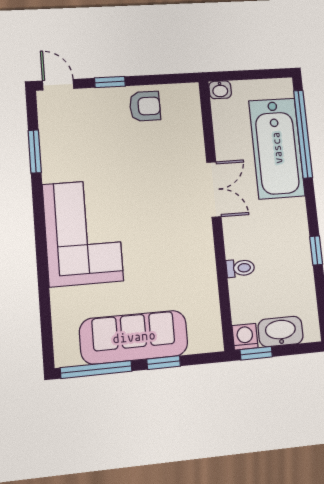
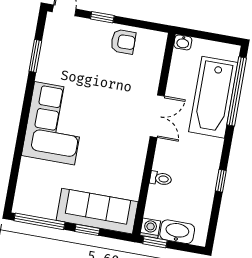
sofa: (134, 337) -> (97, 211), moved

